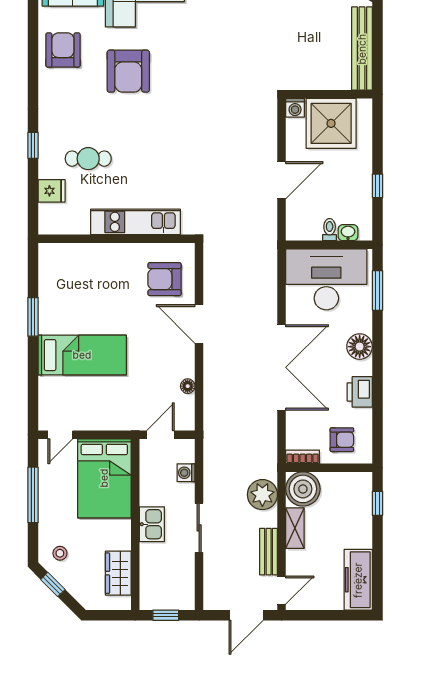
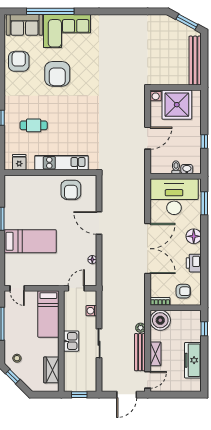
fridge: (52, 191) -> (19, 162), moved, turned -90
armchair: (164, 279) -> (71, 190), moved, turned -90
door: (60, 435) -> (17, 288), hinge flipped
bed: (104, 478) -> (48, 314), width x0.67
plant: (262, 495) -> (141, 328), width x0.53, depth x0.53
shelving: (295, 528) -> (156, 354), moved
bench: (269, 552) -> (140, 352), width x1.36
freezer: (358, 580) -> (193, 360), moved

